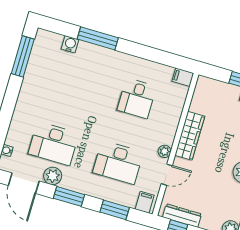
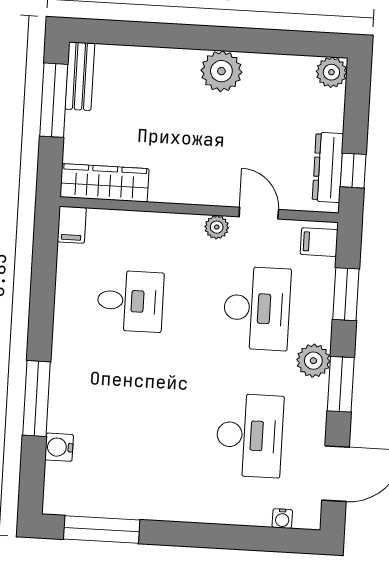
wardrobe: (190, 136) -> (104, 183), moved
plant: (53, 176) -> (313, 361), moved

